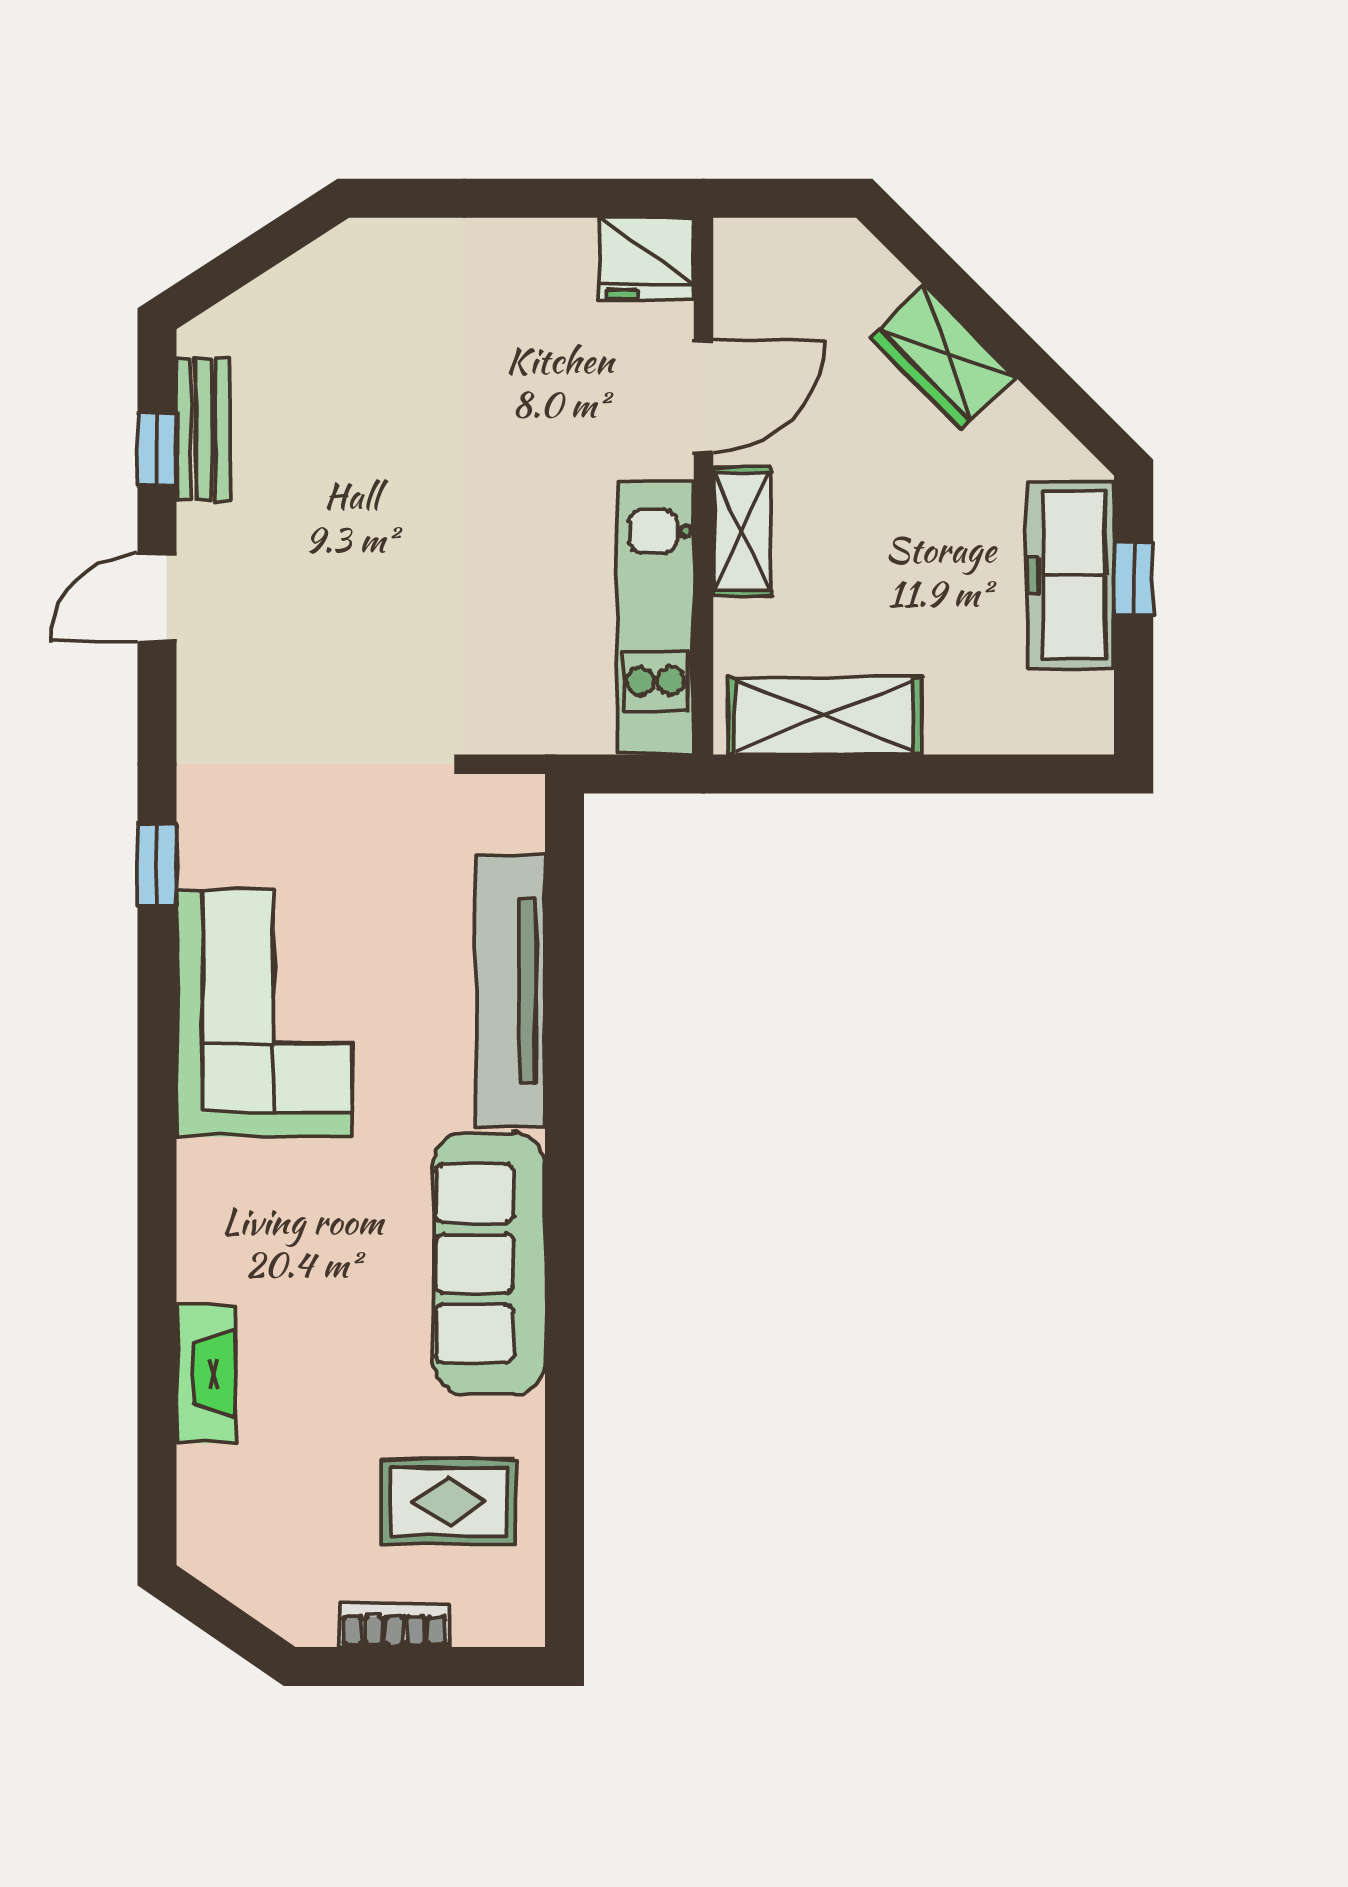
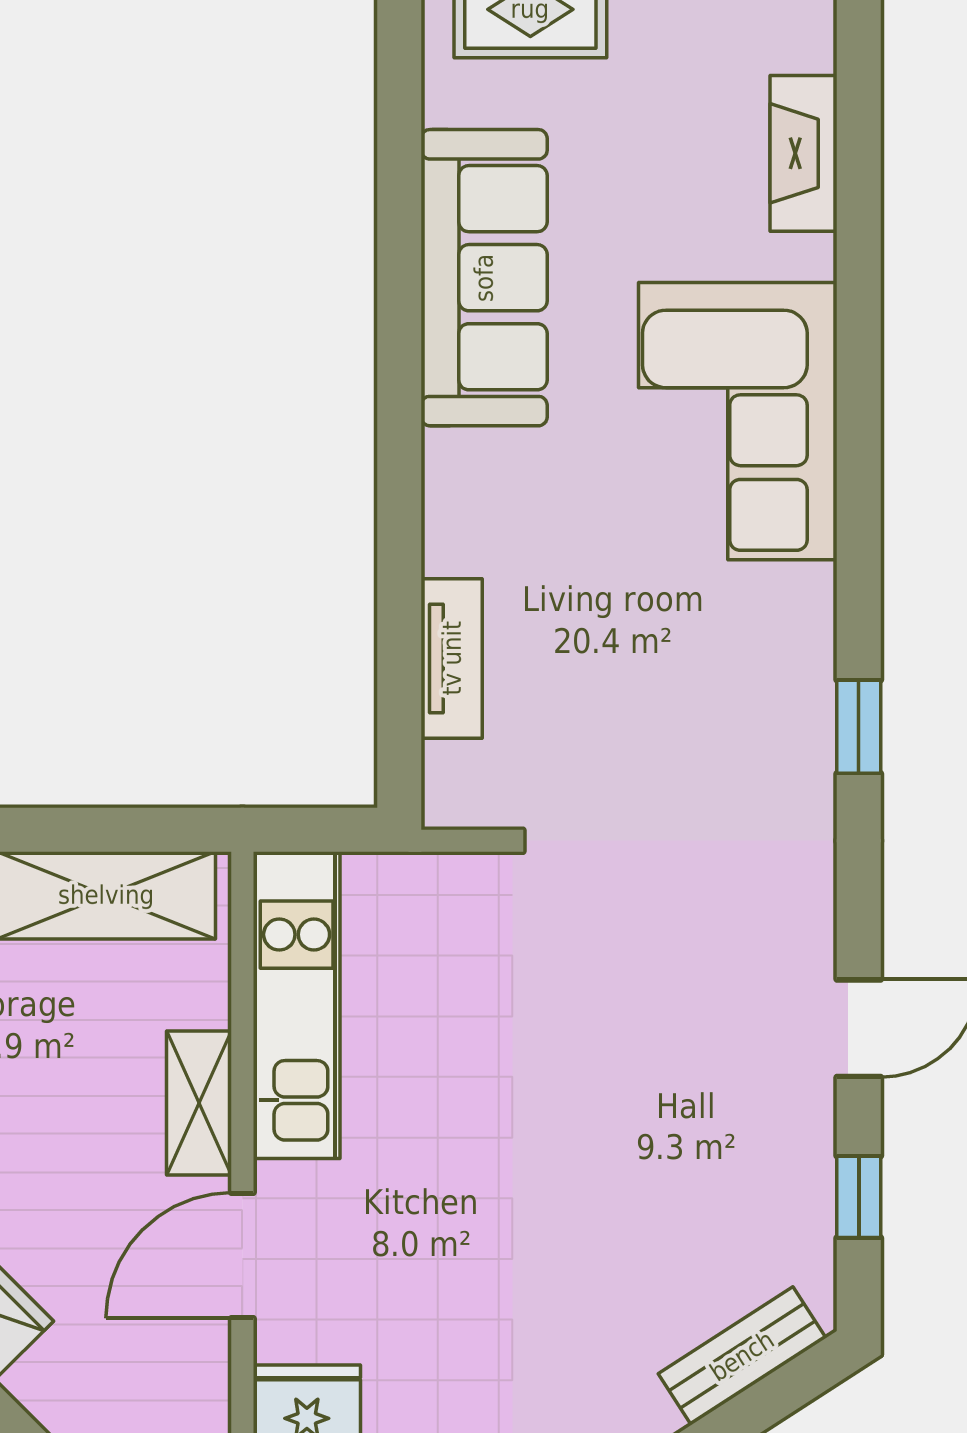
bench: (204, 429) -> (742, 1356), moved, turned 57
tv unit: (510, 991) -> (452, 658), width x0.52, depth x0.78
corner sofa: (264, 1014) -> (738, 421), moved

